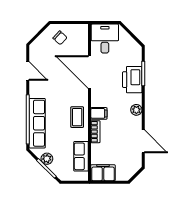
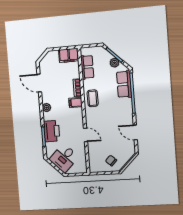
desk: (105, 39) -> (64, 158), moved, turned 45
door: (90, 72) -> (85, 135), width x0.53
row of seats: (37, 123) -> (124, 84), width x0.68

